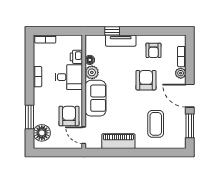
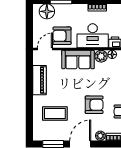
desk: (69, 77) -> (93, 36), width x1.37
armchair: (69, 116) -> (62, 36), turned 180

